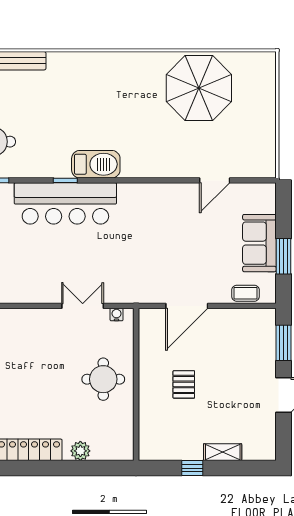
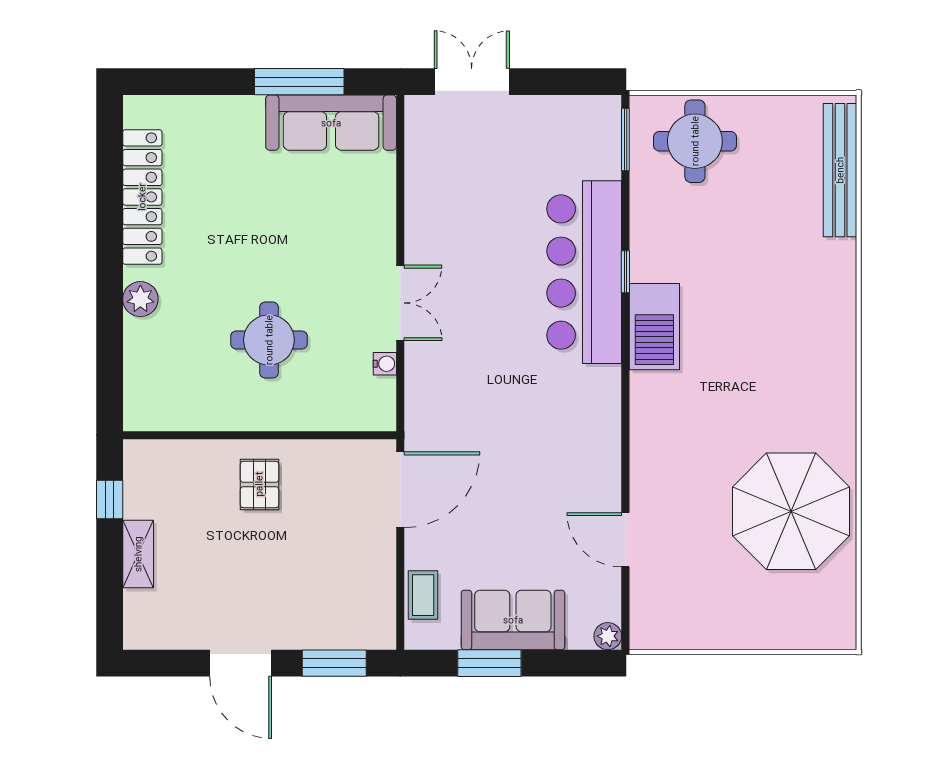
plant: (268, 190) -> (608, 636), added
door: (187, 306) -> (400, 490), swing flipped
wall: (136, 384) -> (260, 435), moved
pallet: (184, 384) -> (259, 484), turned 90

